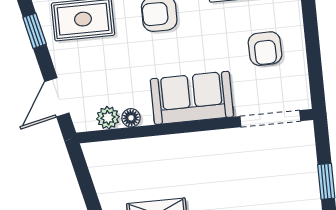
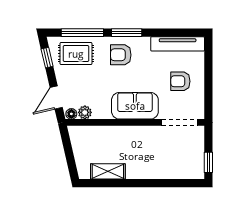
armchair: (265, 49) -> (180, 81), turned 91
floor lamp: (131, 118) -> (71, 114), moved

